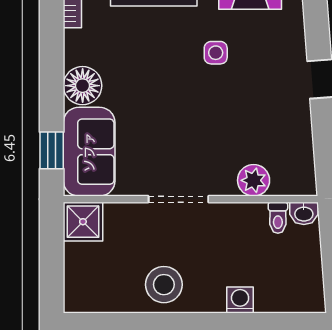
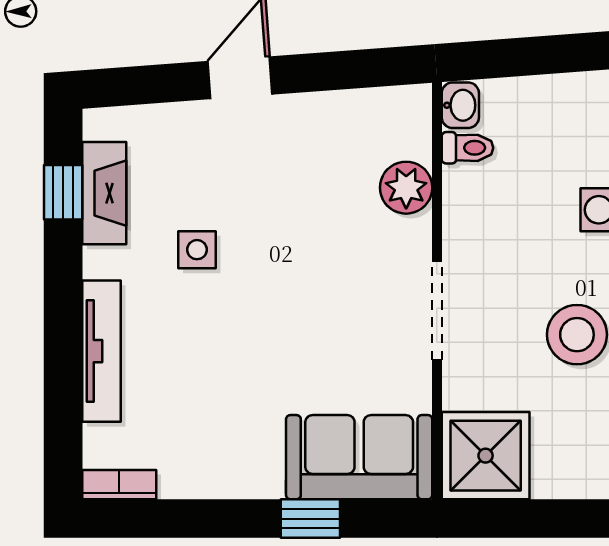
floor lamp: (83, 86) -> (251, 468), removed
window: (52, 150) -> (310, 519), moved
shower: (83, 222) -> (486, 456), width x1.36, depth x1.36

